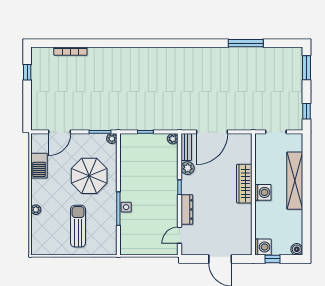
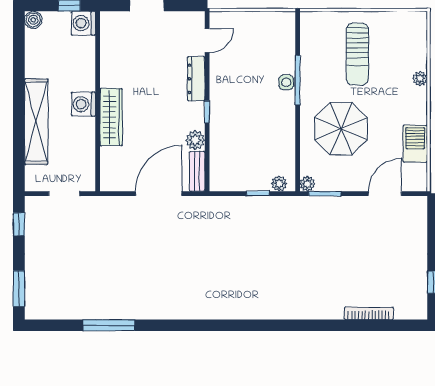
plant: (173, 139) -> (279, 184), moved

